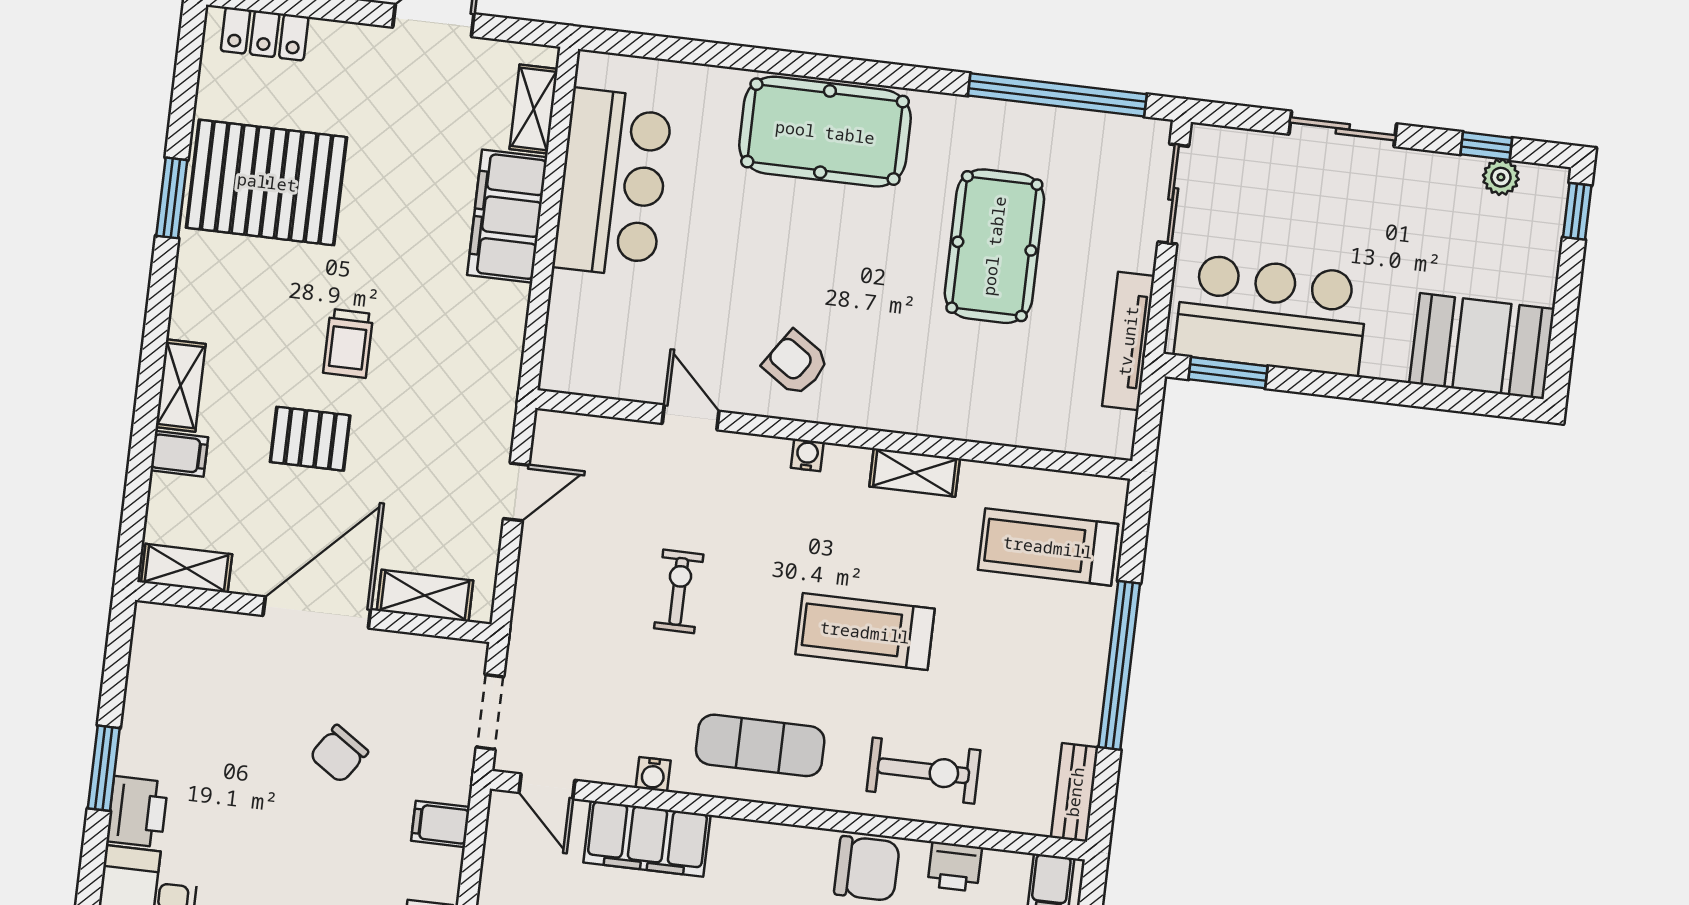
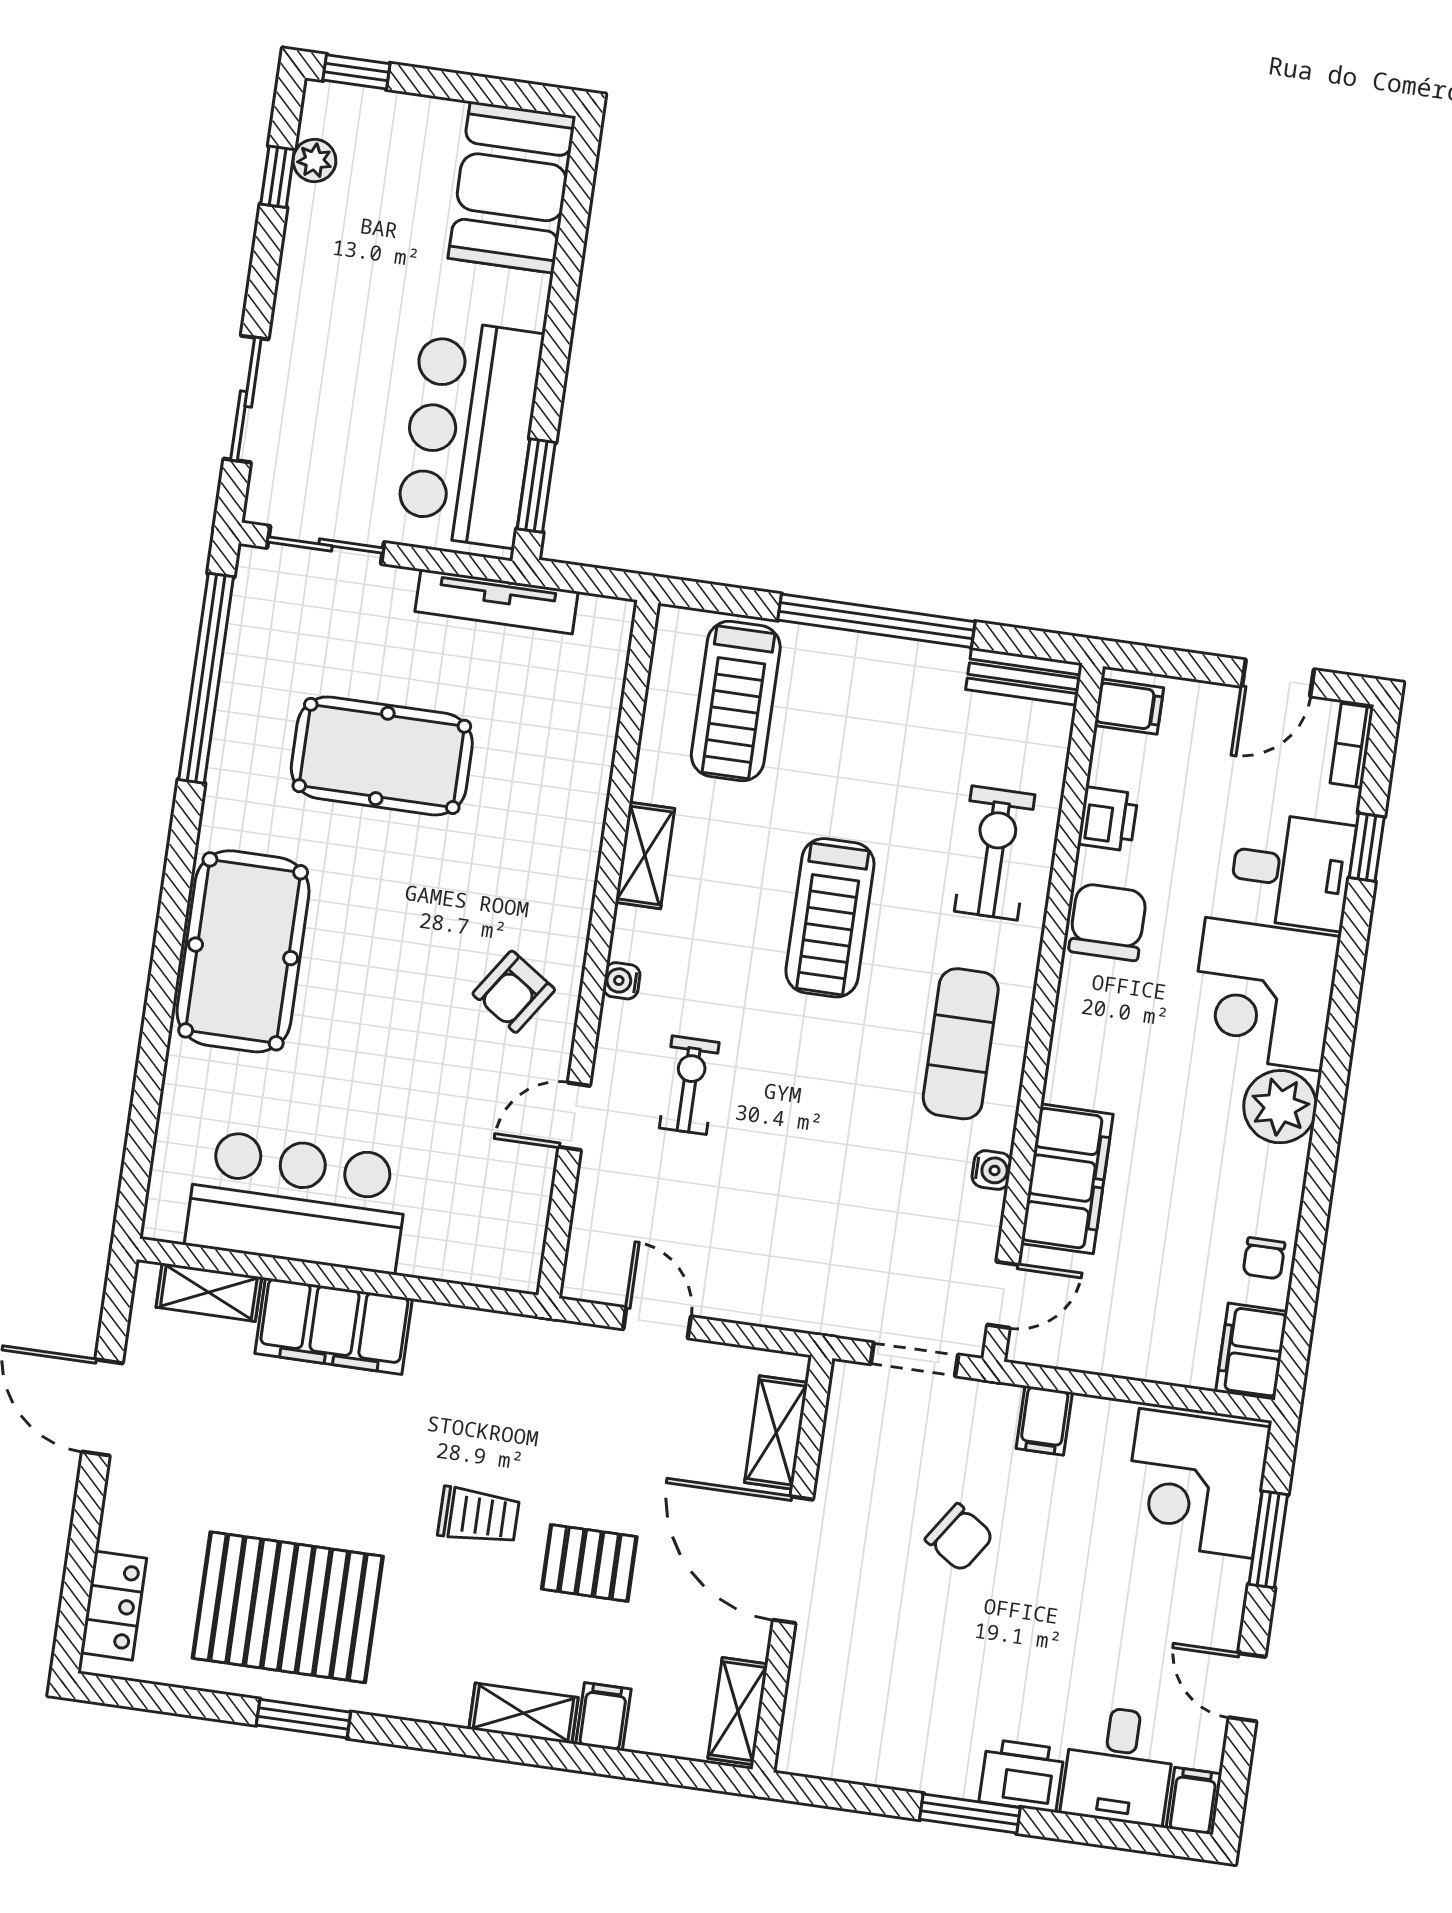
sliding door: (1343, 129) -> (246, 399), moved
pallet: (267, 182) -> (288, 1607), turned 90
pallet: (310, 439) -> (589, 1563), turned 90
exercise bike: (679, 591) -> (689, 1085), moved, turned 90

